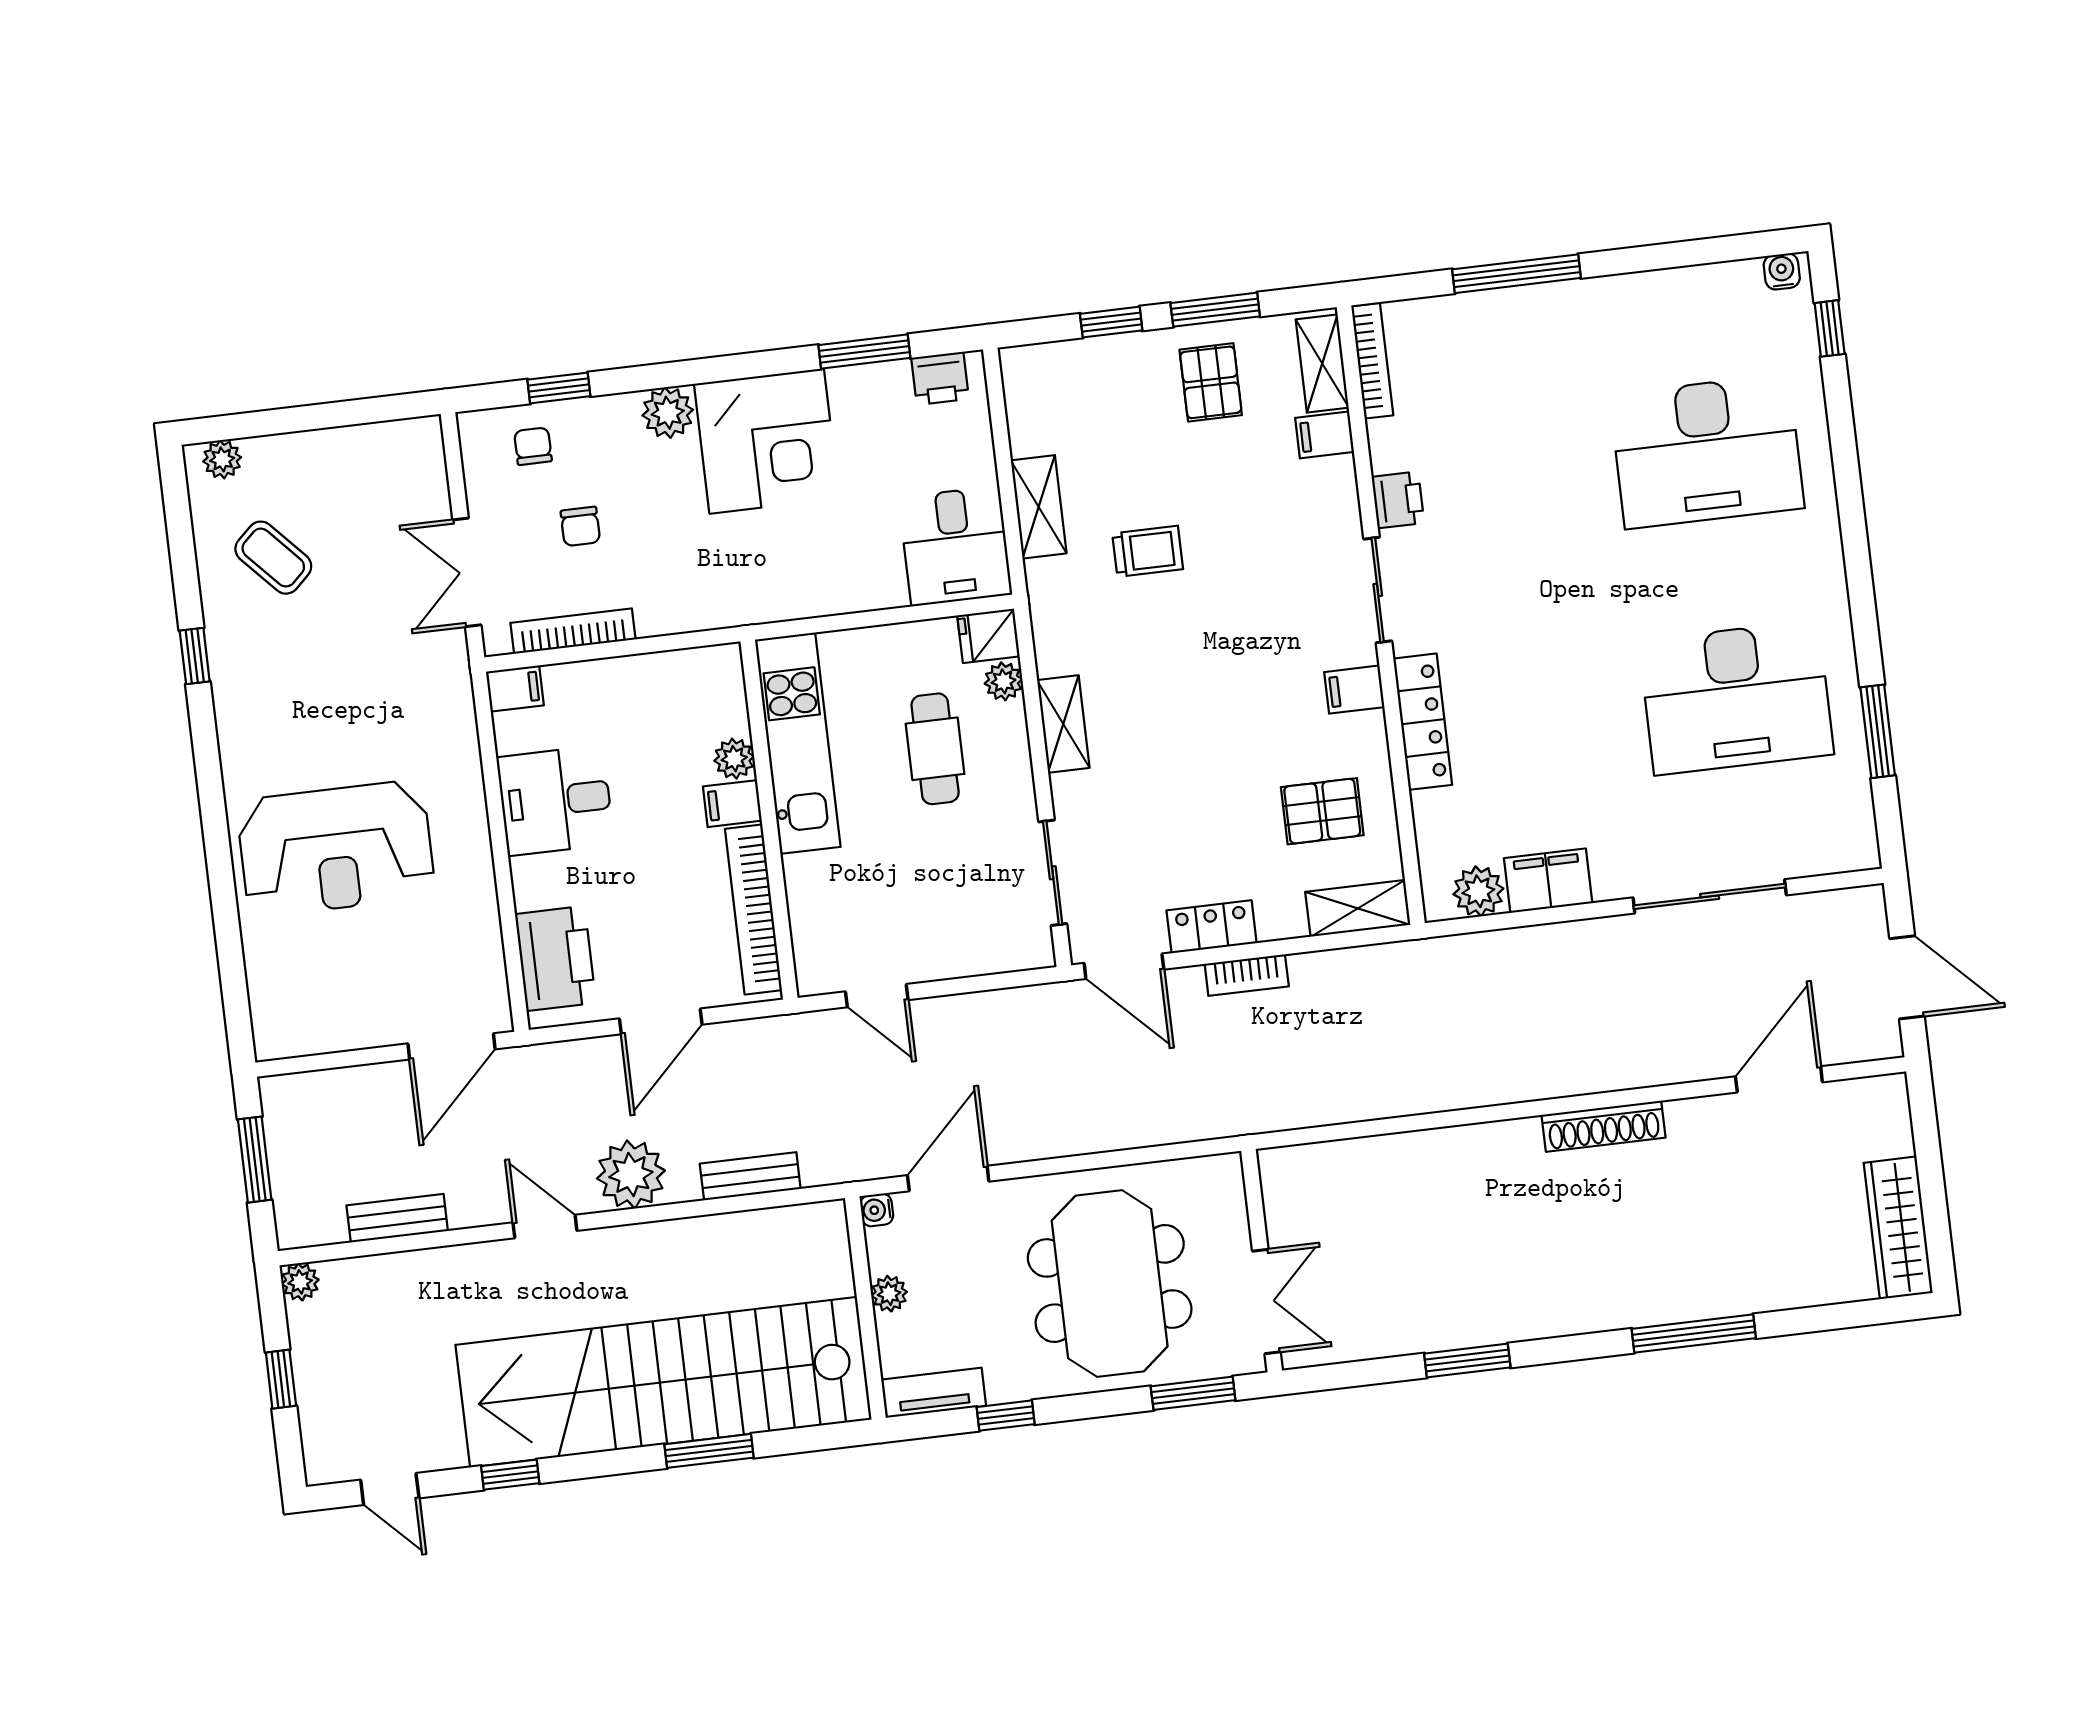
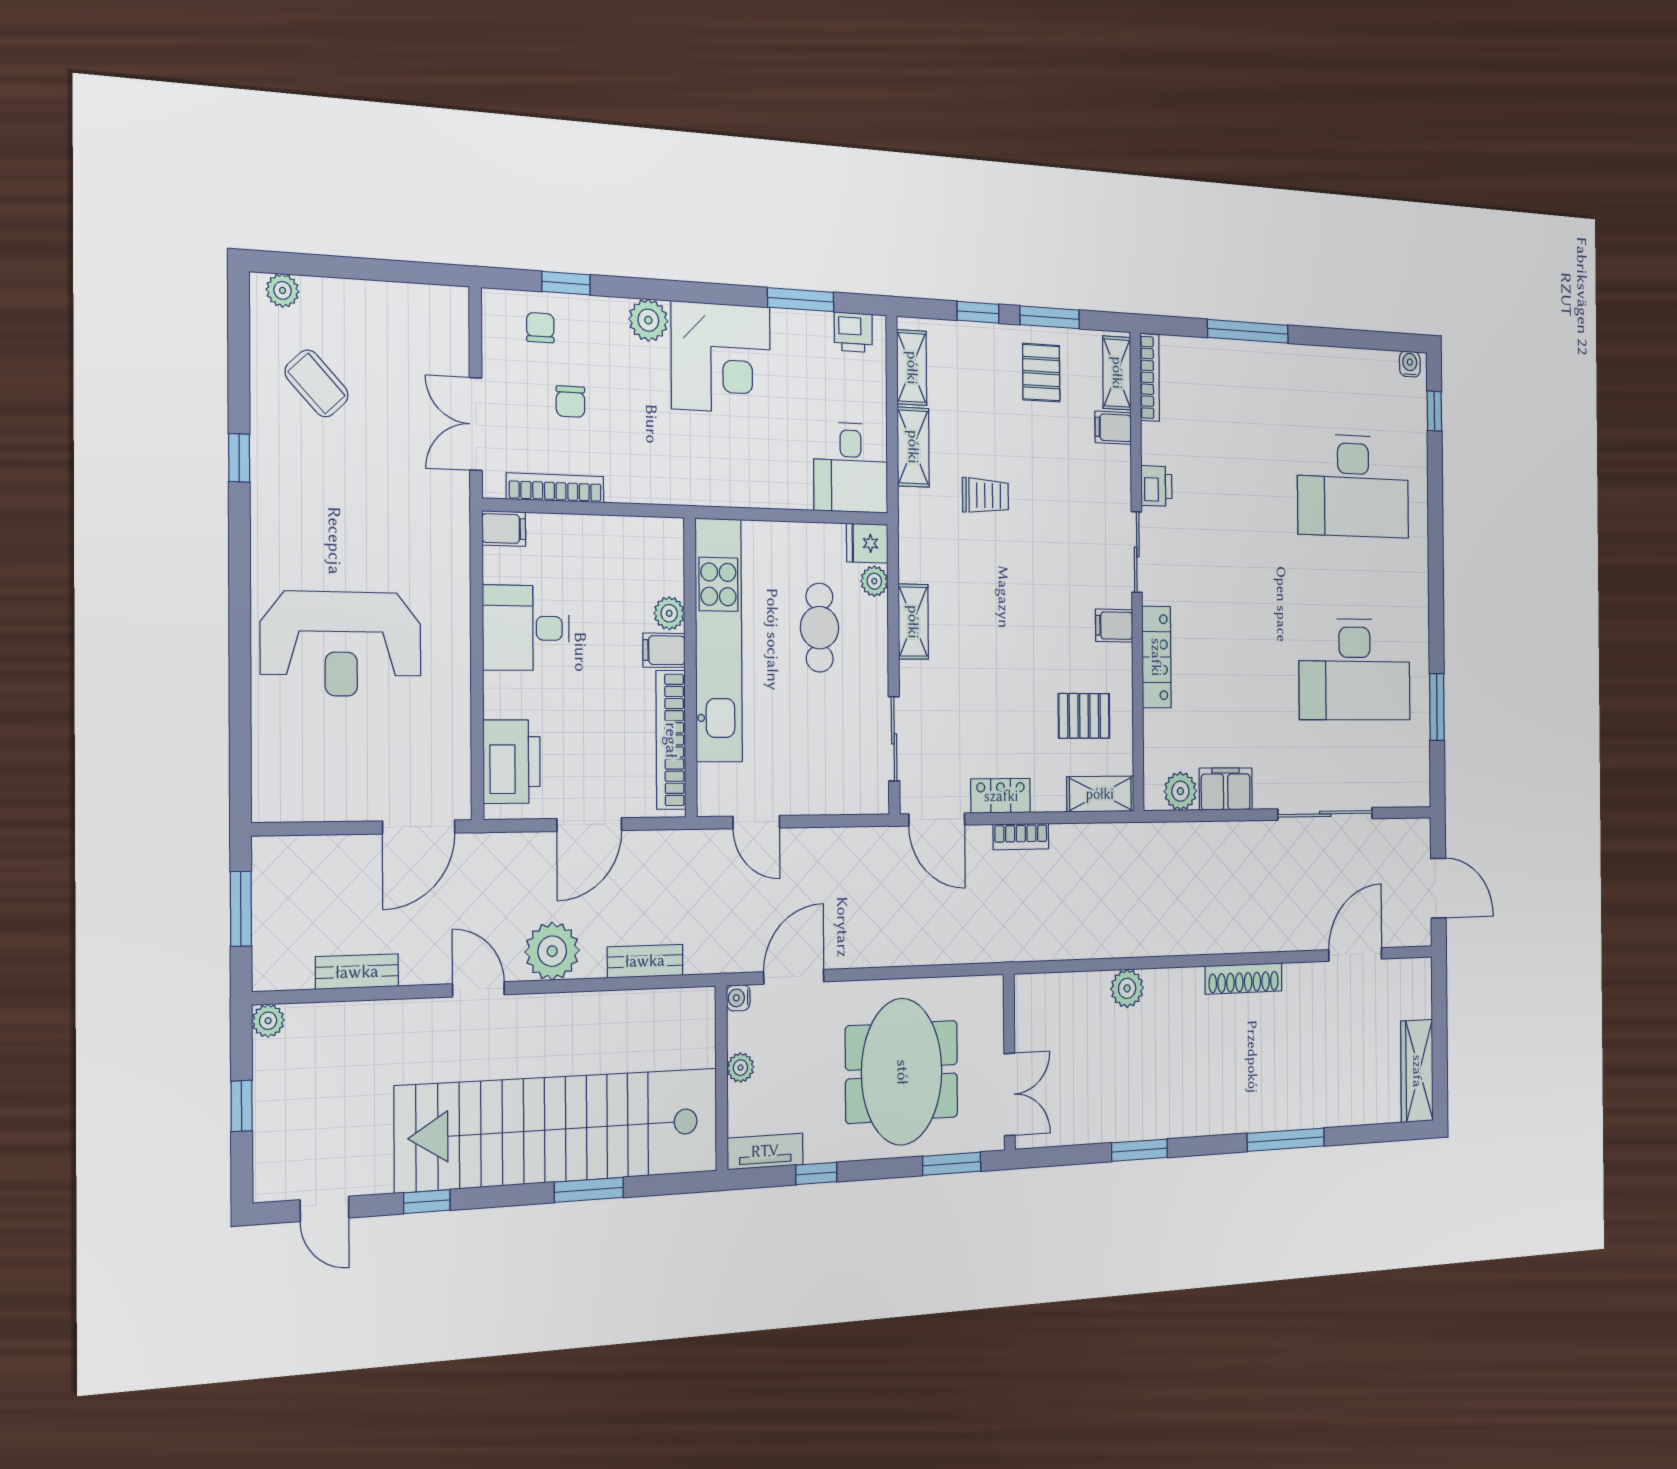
shelving: (1026, 408) -> (912, 368), added
kitchen unit: (798, 743) -> (719, 640), width x1.36
plant: (1425, 1154) -> (1127, 988), added

